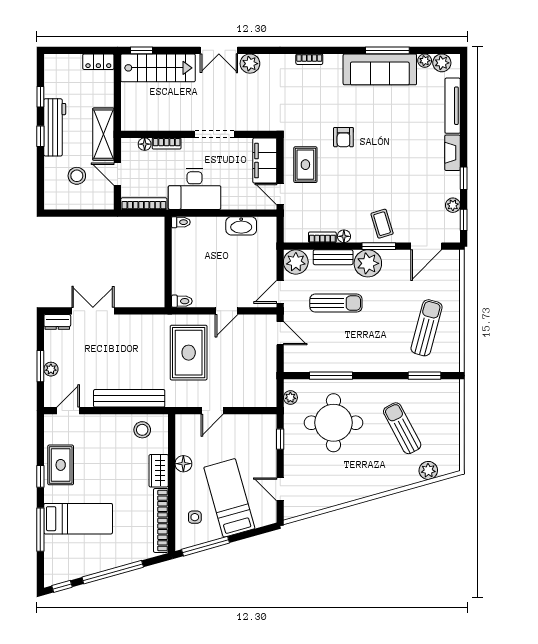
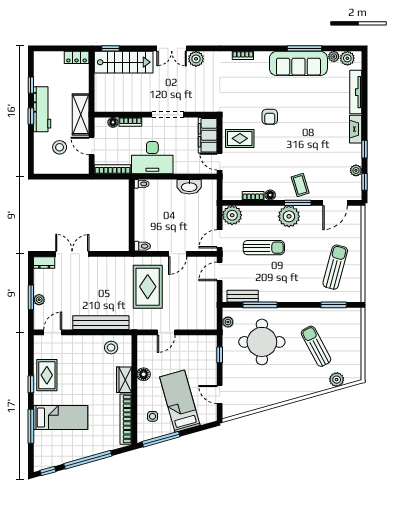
rug: (305, 165) -> (240, 138), turned 90
bench: (333, 257) -> (243, 296), moved
door: (280, 333) -> (220, 271), swing flipped

